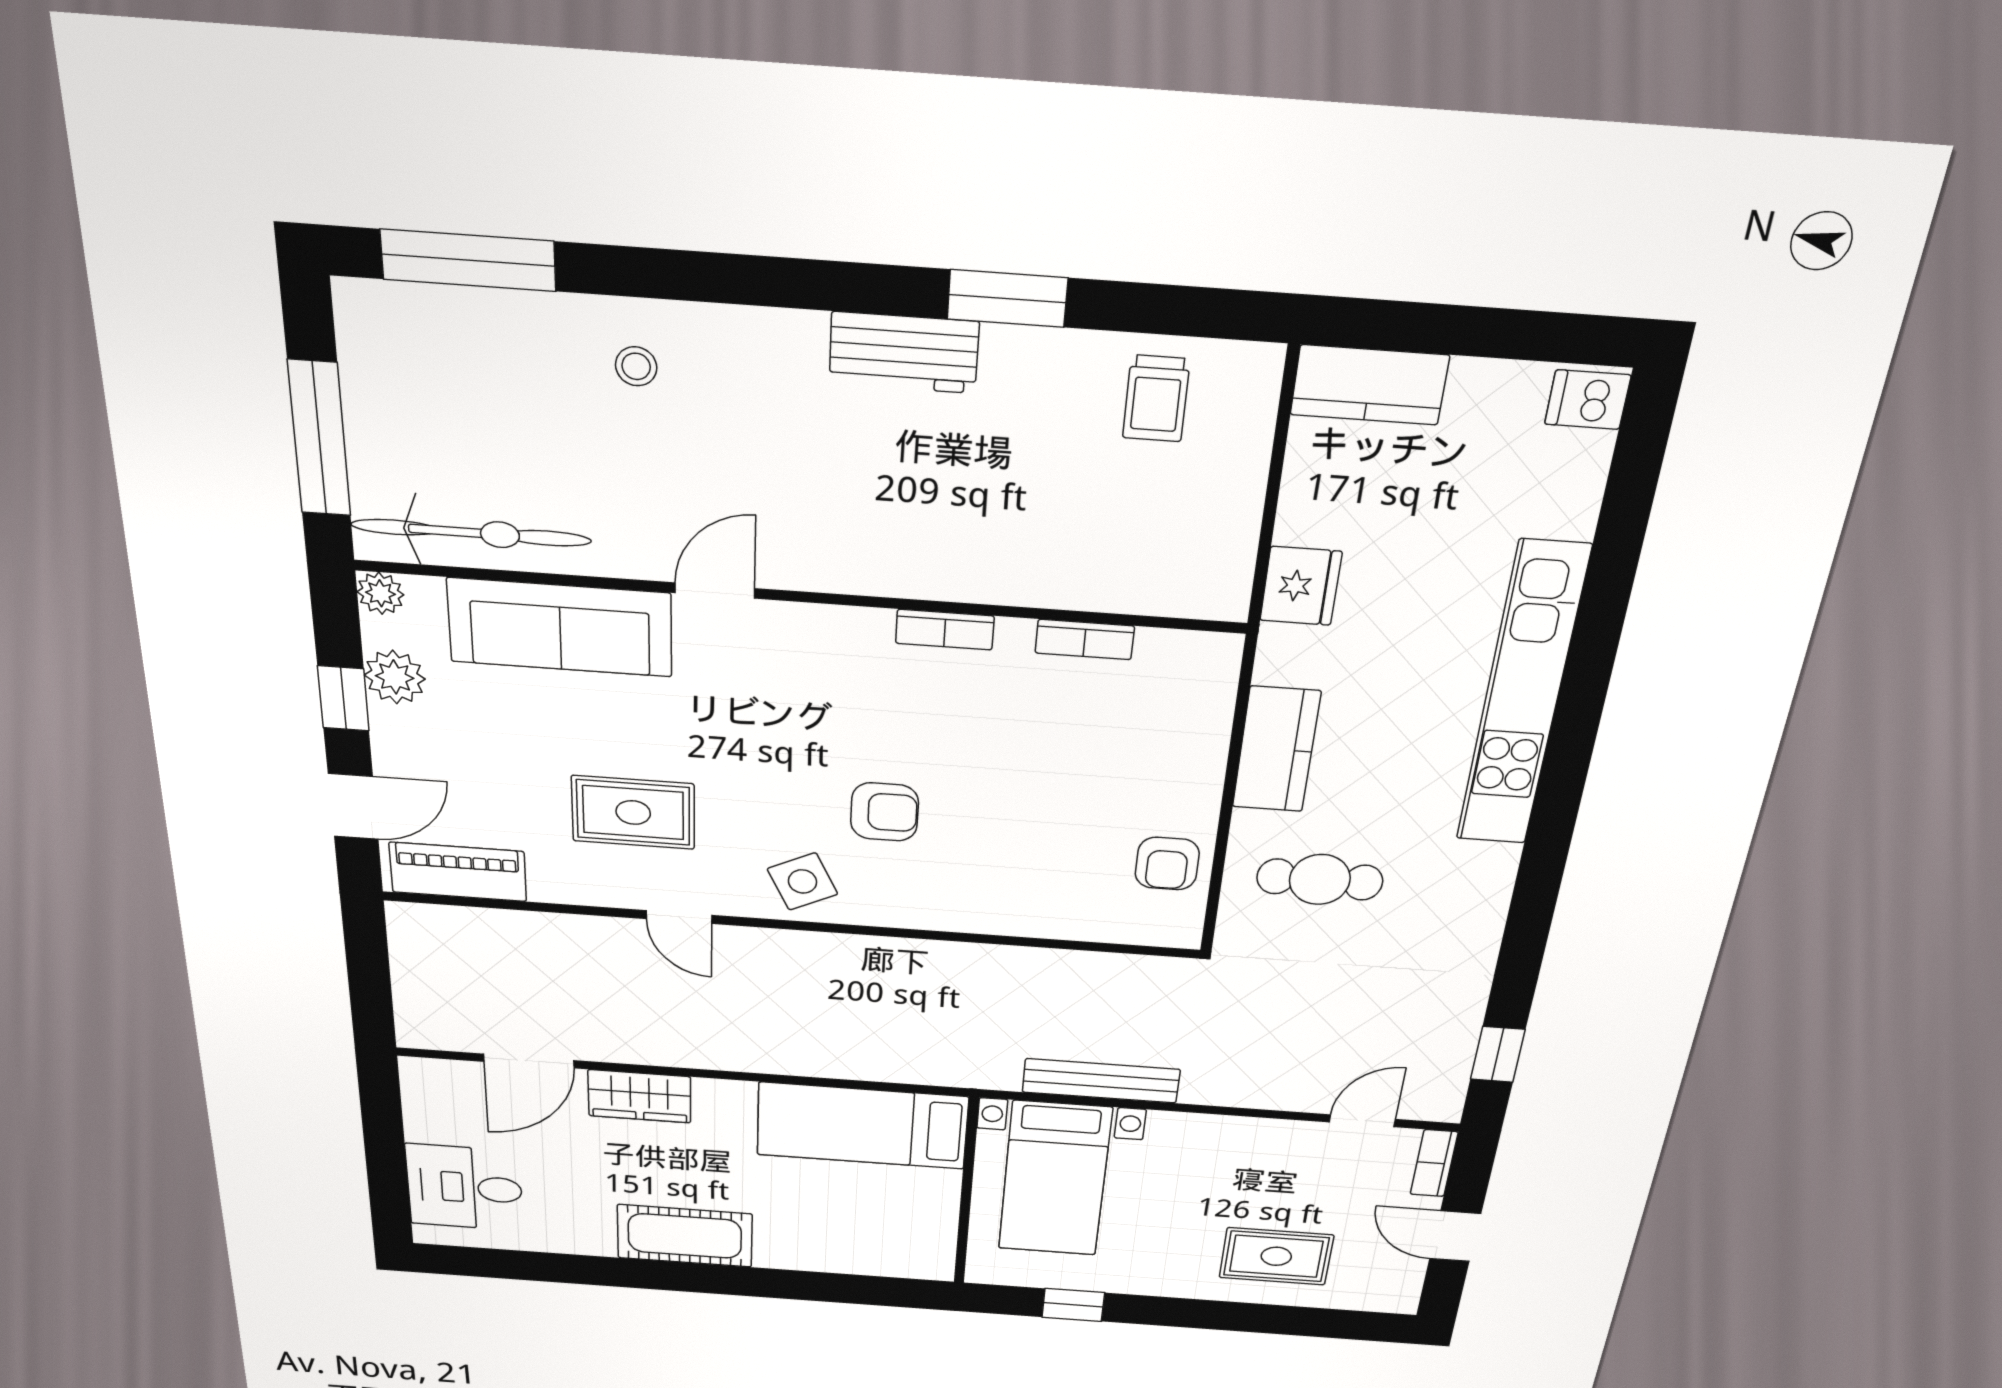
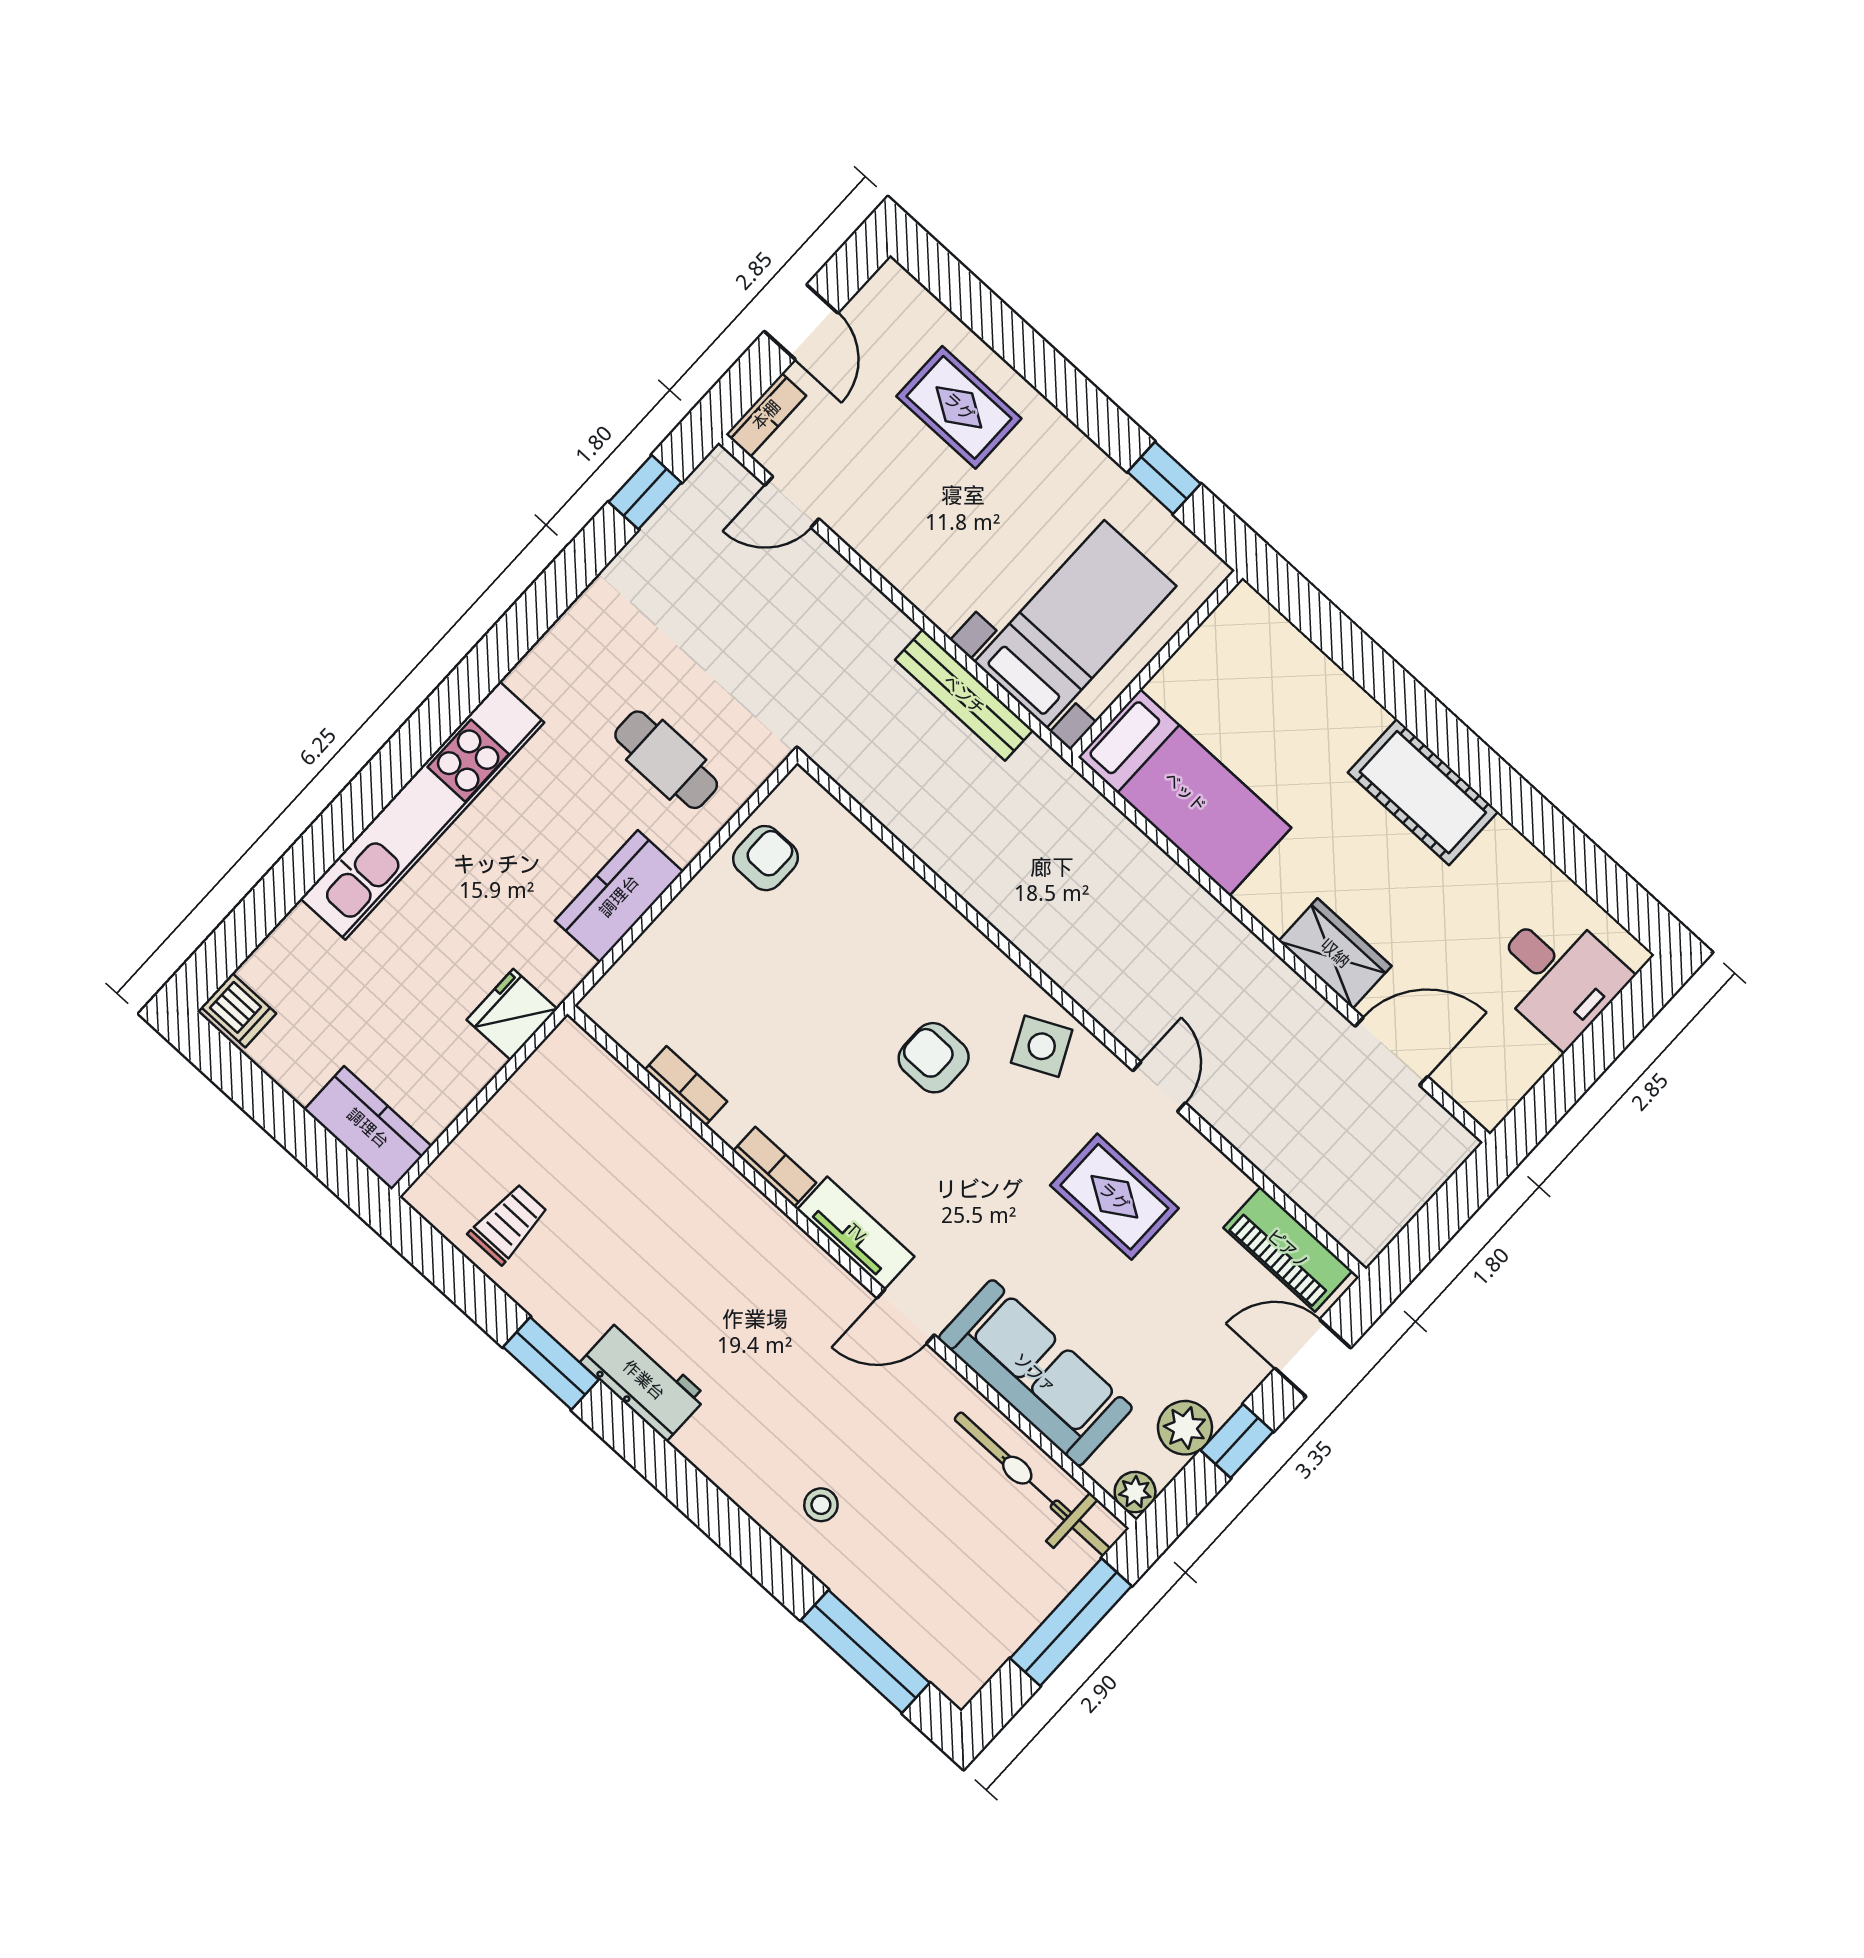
tv unit: (823, 627) -> (856, 1233), added

